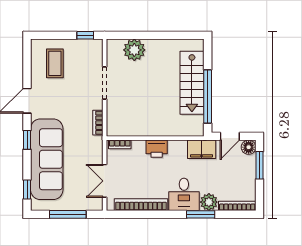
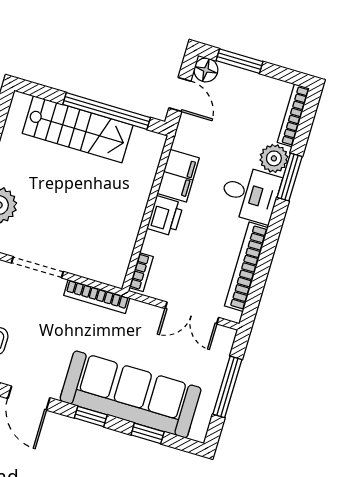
bookcase: (98, 123) -> (97, 297), width x1.56
filing cabinet: (202, 149) -> (178, 176), moved
window: (27, 190) -> (148, 433), moved

